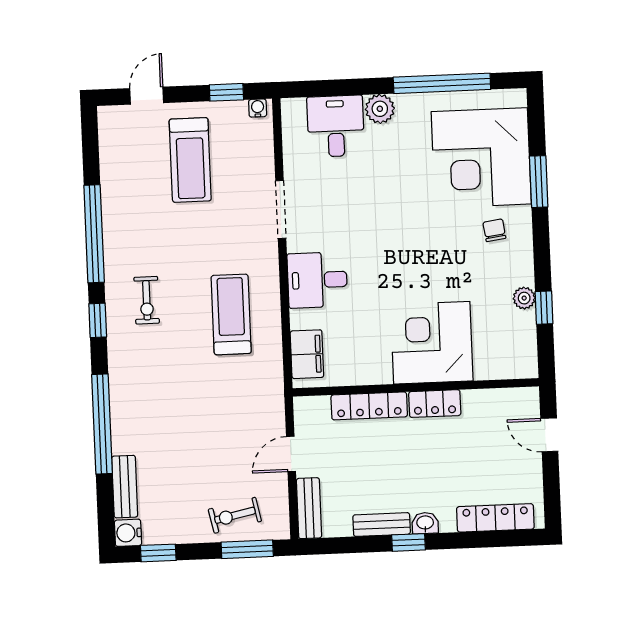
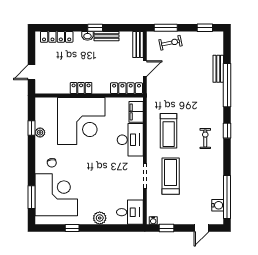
window: (442, 83) -> (72, 228), width x0.32
desk: (336, 126) -> (130, 212), moved, turned -90
treadmill: (190, 160) -> (171, 176), moved
window: (539, 182) -> (32, 197), moved
window: (94, 234) -> (227, 197), moved
desk: (317, 280) -> (130, 140), width x1.37
corner desk: (432, 343) -> (81, 121), width x1.36, depth x1.36
locker: (369, 406) -> (127, 88), moved
door: (549, 435) -> (32, 72), swing flipped
bench: (125, 487) -> (218, 69), moved
water cooler: (128, 533) -> (218, 205), moved

